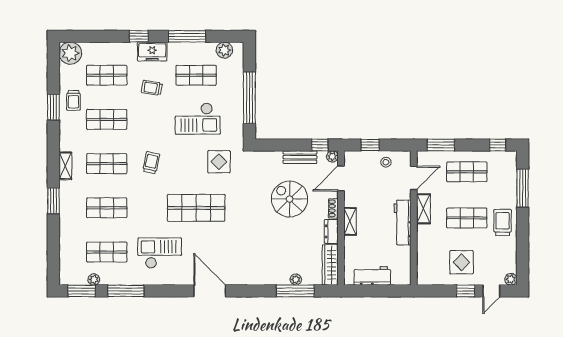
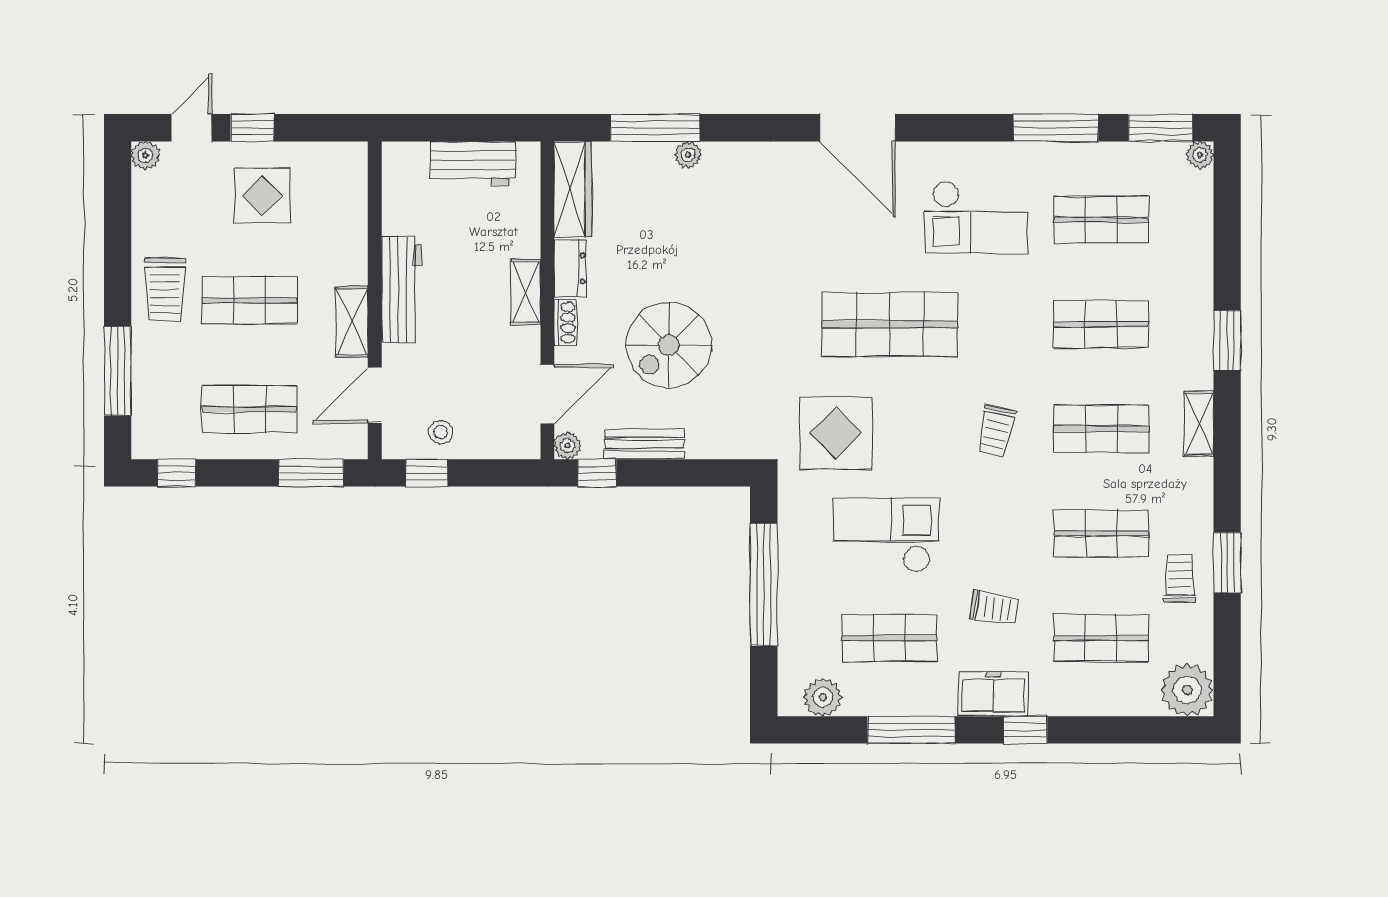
window: (370, 145) -> (427, 473), moved
display table: (219, 162) -> (836, 433), width x1.36, depth x1.36
spiral stairs: (290, 199) -> (669, 345), turned 90
plant: (94, 279) -> (1200, 155), moved
plant: (296, 280) -> (688, 155), moved

